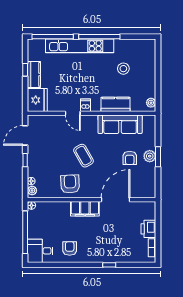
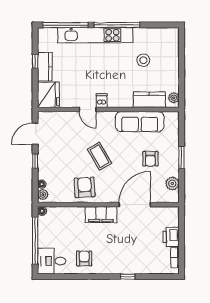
kitchen counter: (116, 104) -> (149, 100), moved
plant: (150, 156) -> (172, 184), moved

